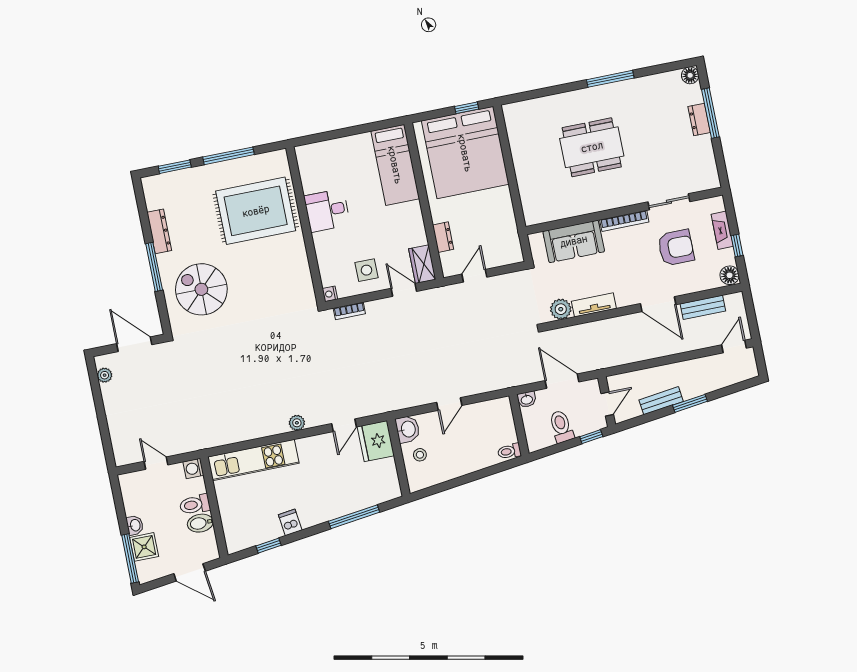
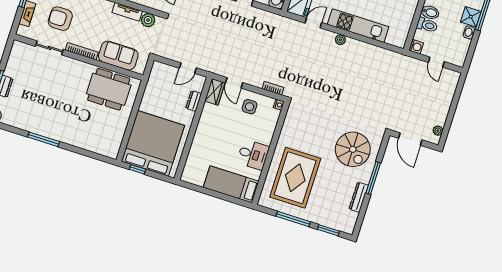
dining table: (592, 147) -> (109, 89), moved
bed: (395, 165) -> (231, 184), moved, turned -90
rug: (256, 211) -> (295, 178), turned 90
kitchen unit: (253, 460) -> (358, 26), moved

